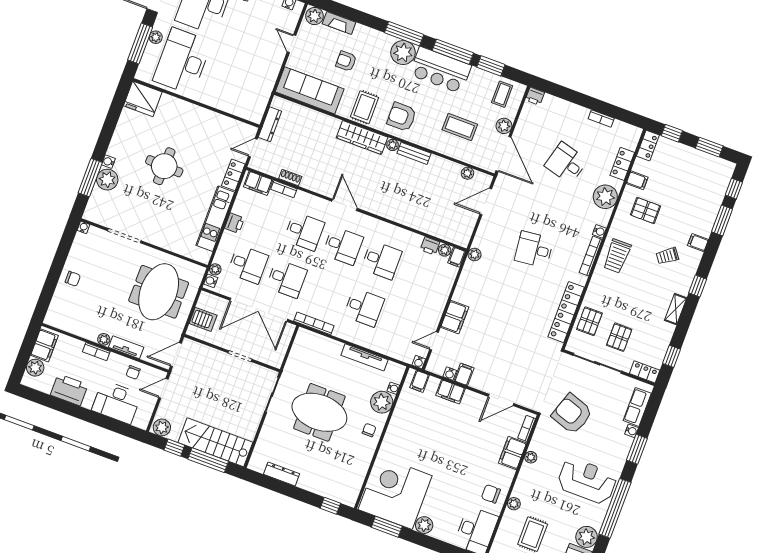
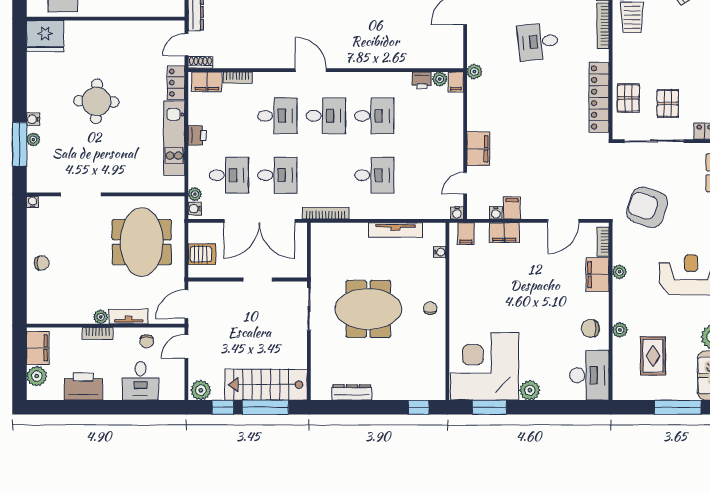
shoe rack: (290, 178) -> (200, 62), moved
plant: (107, 180) -> (33, 140), width x0.53, depth x0.53
desk: (117, 402) -> (141, 381), width x0.73
plant: (382, 402) -> (433, 272), removed

